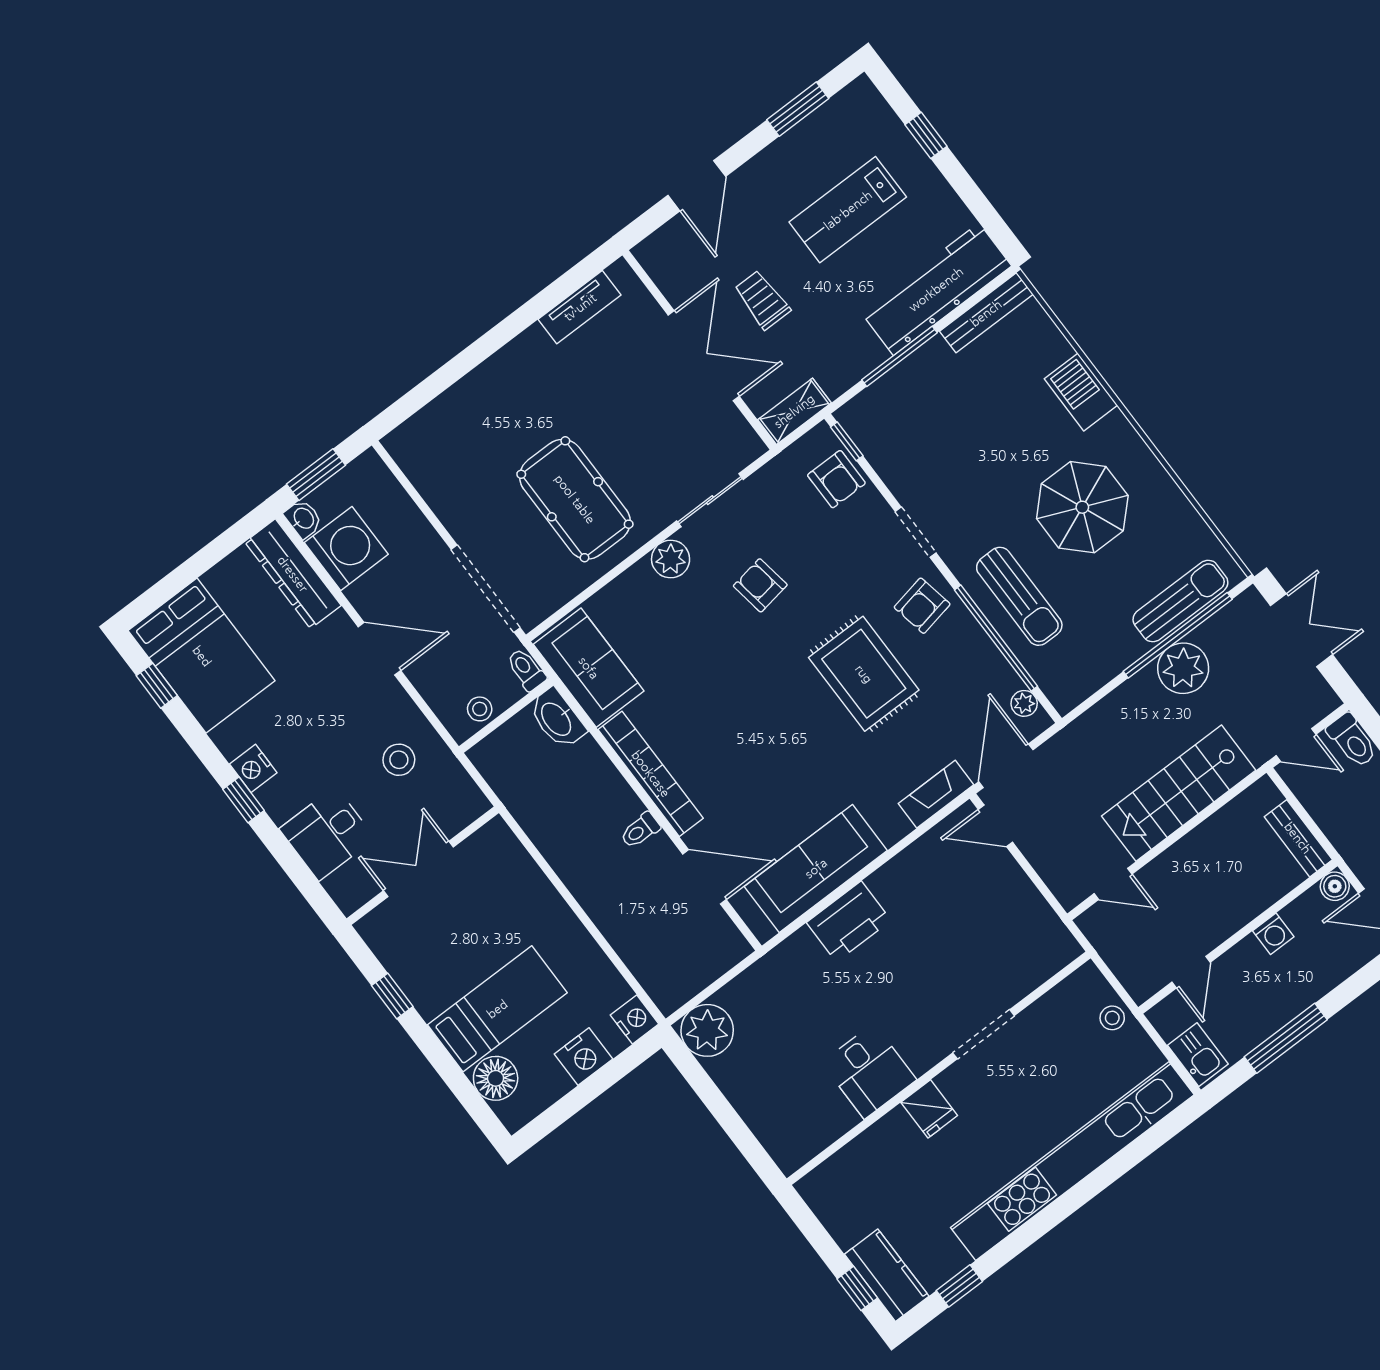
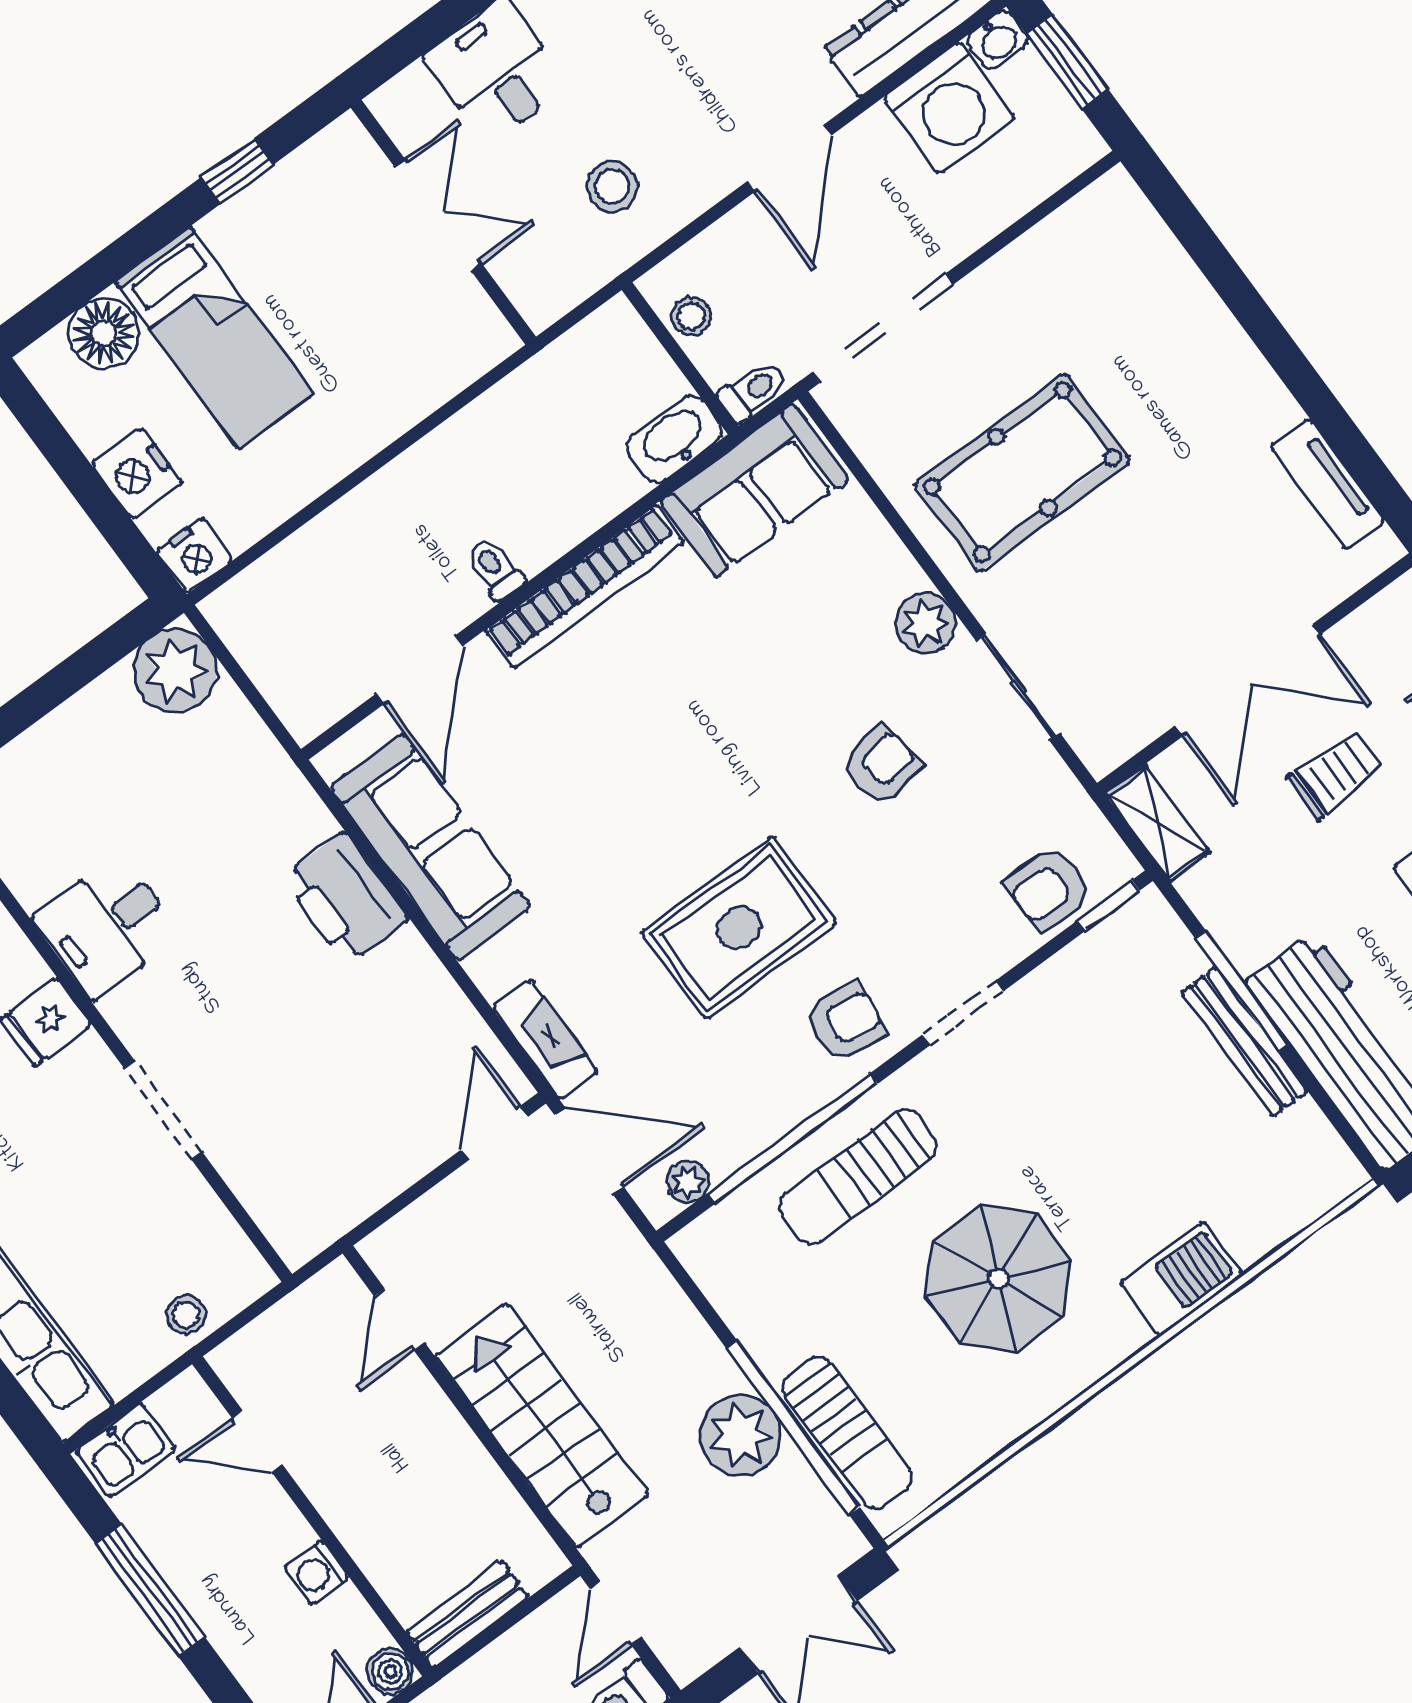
bench: (986, 313) -> (1244, 1042), moved
armchair: (922, 606) -> (846, 1022), turned 109

